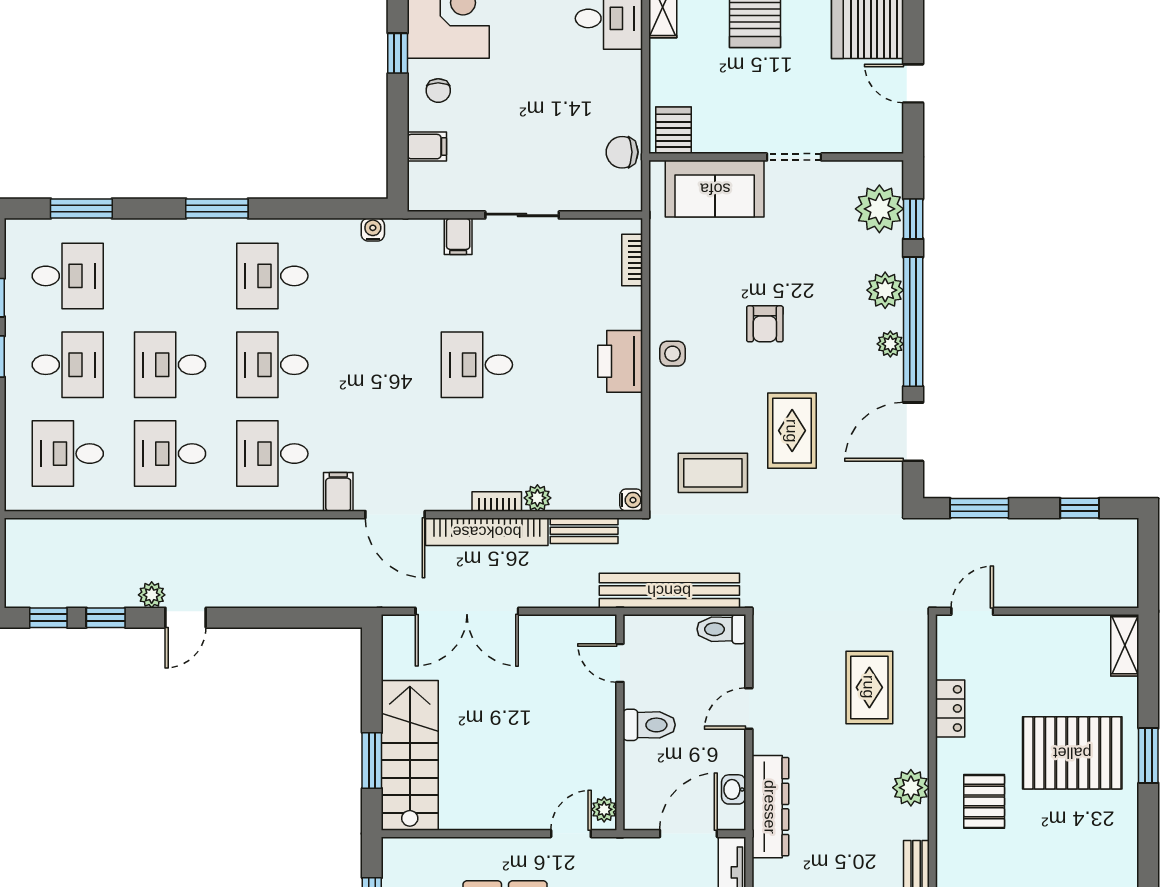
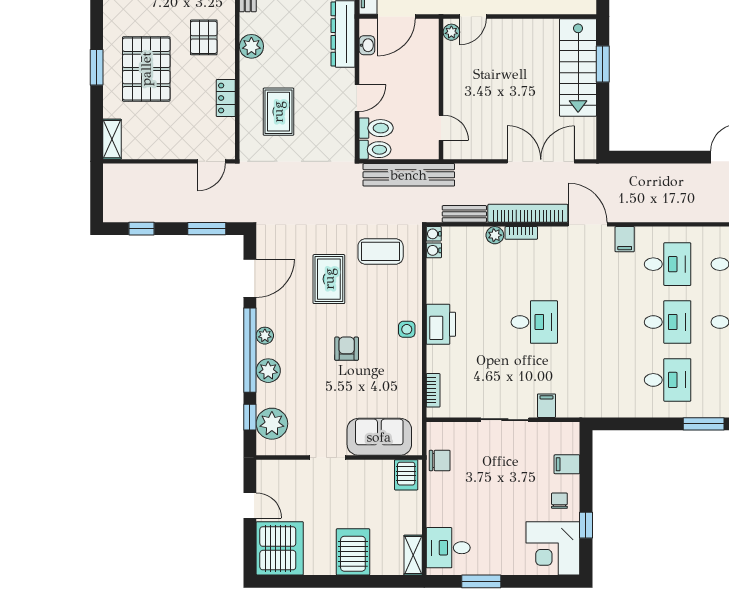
water cooler: (373, 230) -> (434, 250), moved, turned 90
toilet: (649, 725) -> (376, 128), moved, turned 180
pallet: (1072, 753) -> (146, 69), turned 90

